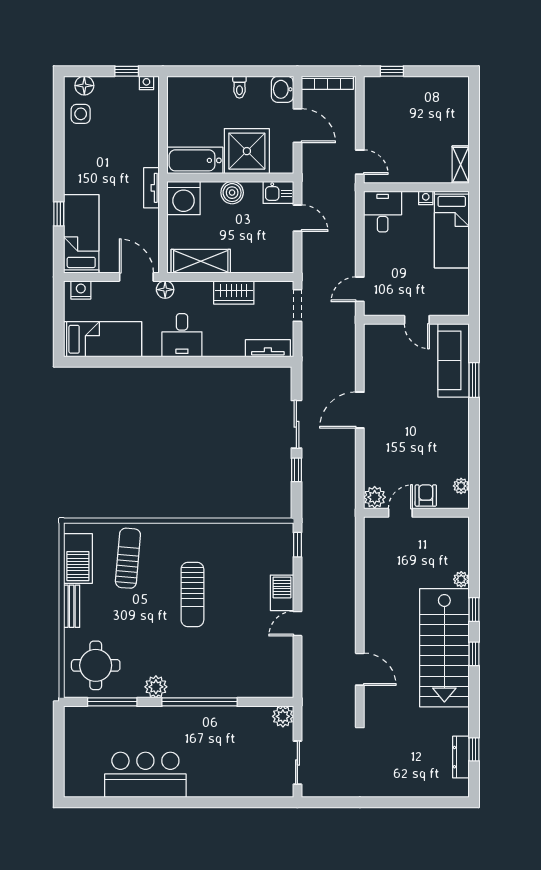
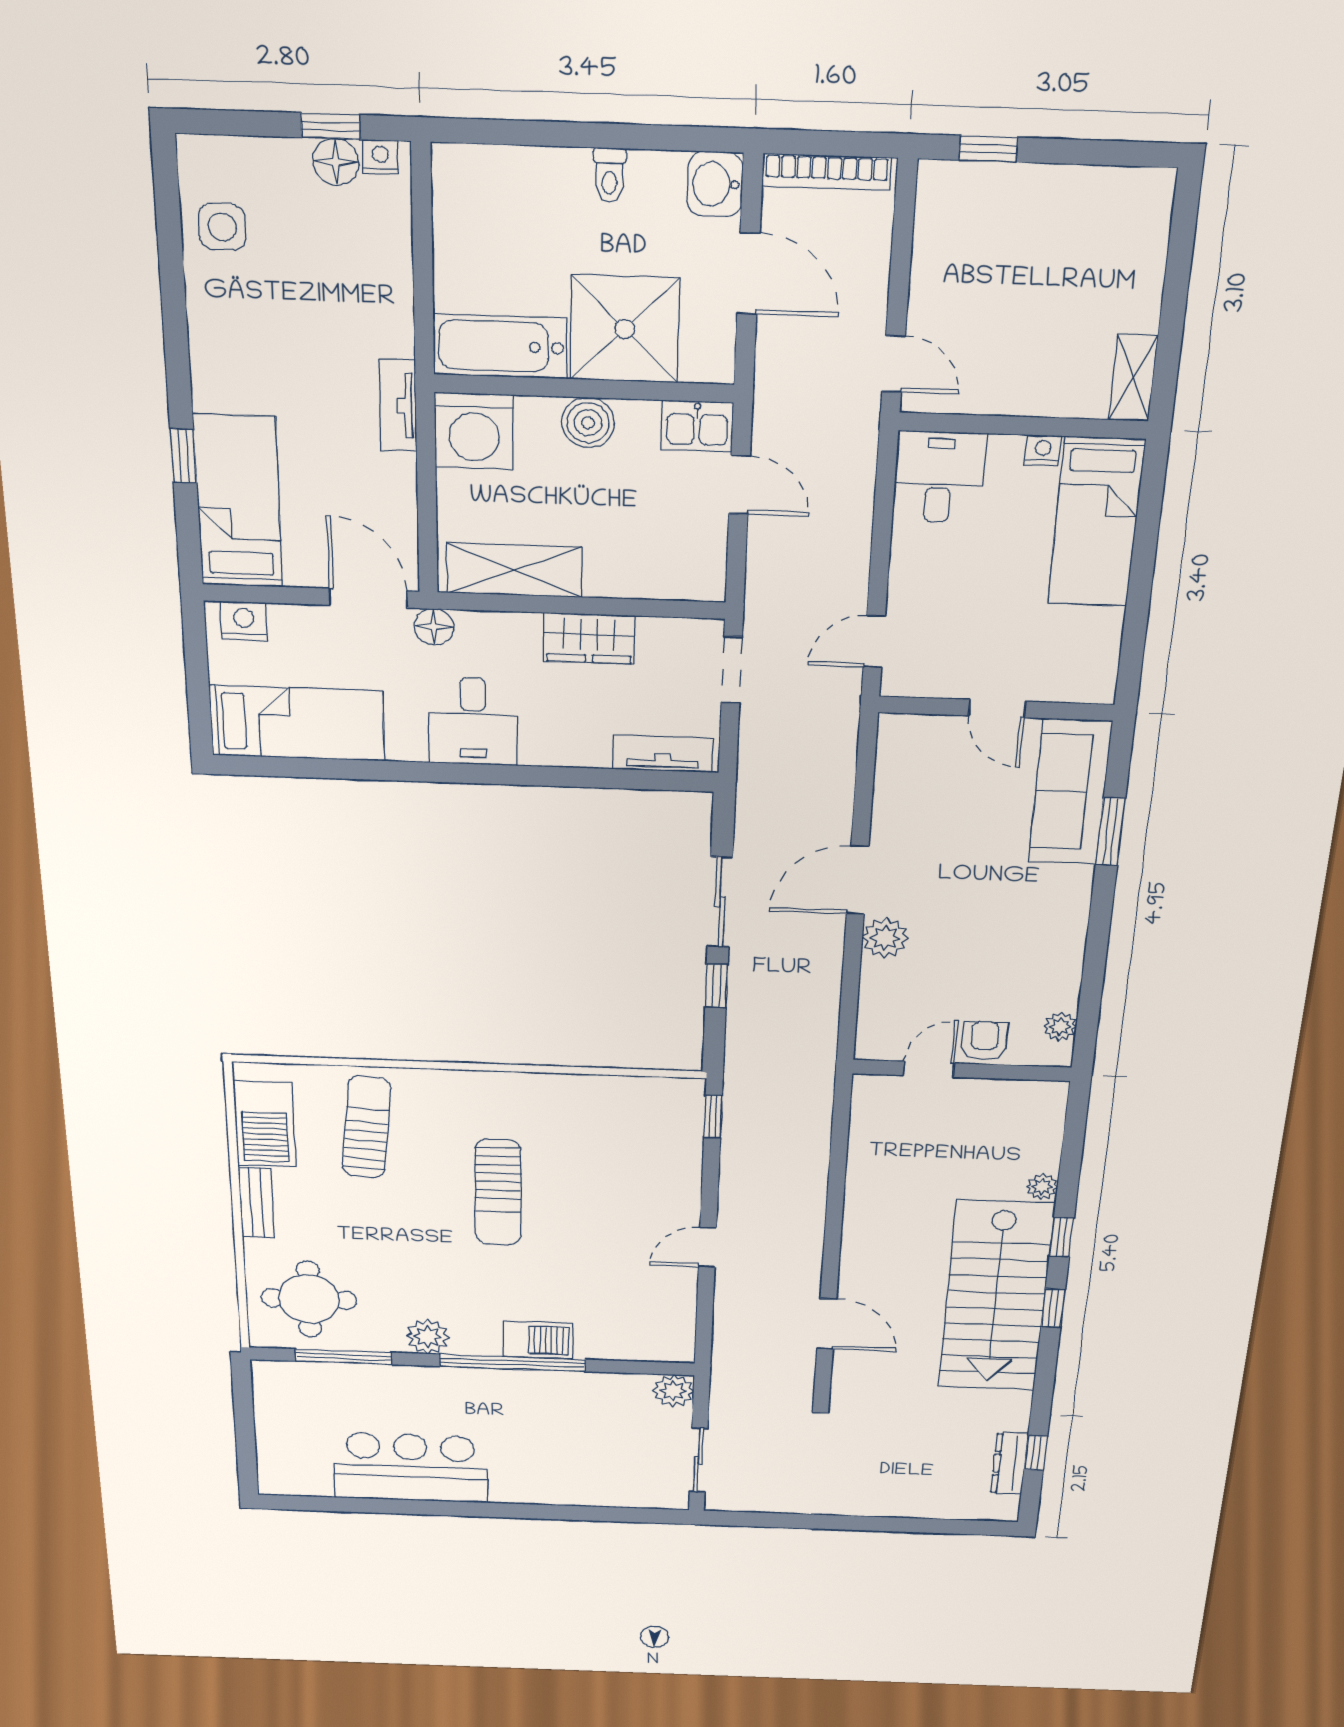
floor lamp: (84, 86) -> (336, 162), moved
plant: (375, 497) -> (885, 938), moved
barbecue: (282, 593) -> (538, 1340), moved, turned 90

